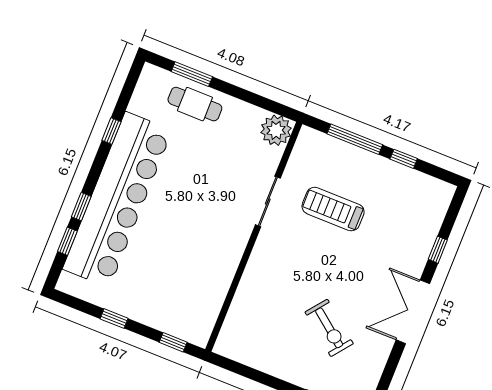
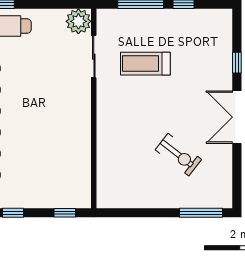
sliding door: (268, 201) -> (94, 57), moved

